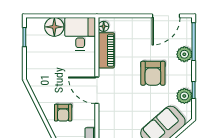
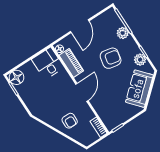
door: (166, 16) -> (80, 26), moved
floor lamp: (54, 27) -> (17, 77), moved
armchair: (153, 73) -> (111, 58), turned -79
door: (97, 90) -> (82, 92), swing flipped

